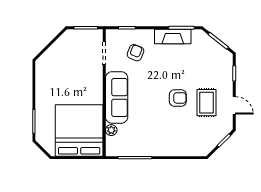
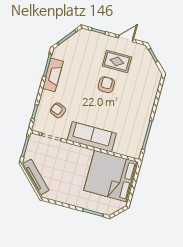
tv unit: (56, 48) -> (36, 177), added
plant: (111, 130) -> (118, 149), removed

